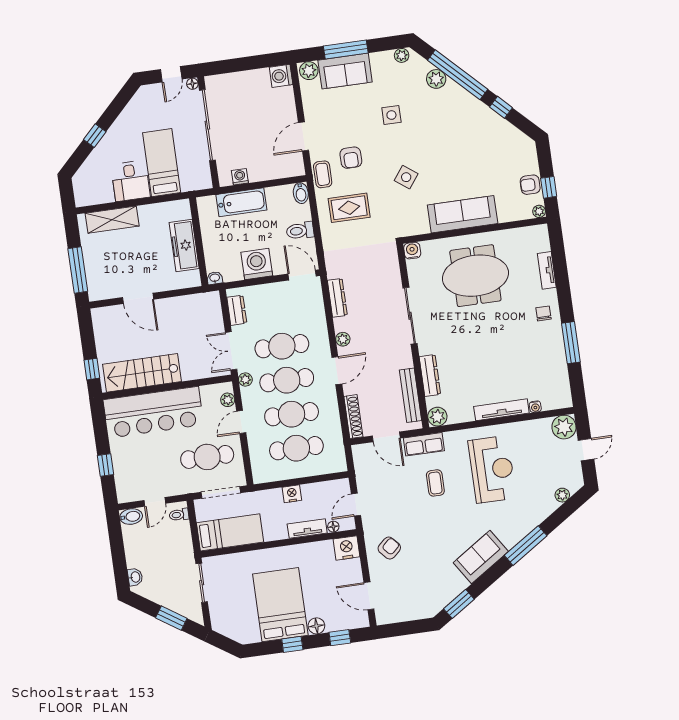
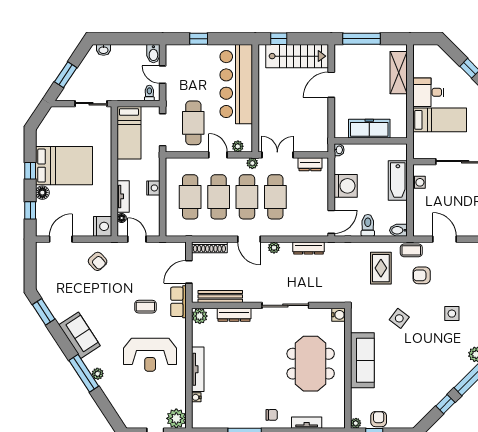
stairs: (142, 373) -> (297, 56), moved, turned 90
plant: (562, 495) -> (98, 374), moved

